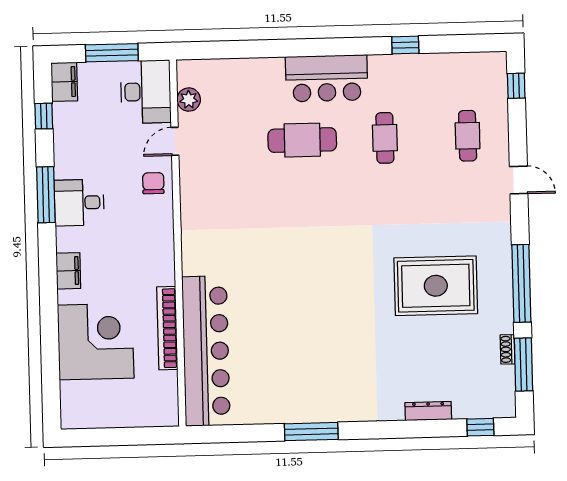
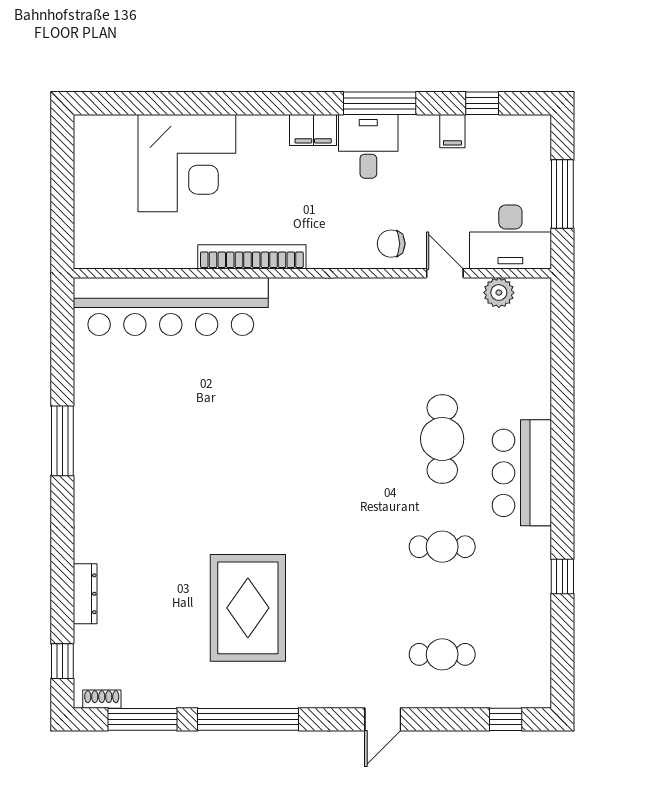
filing cabinet: (64, 82) -> (452, 131), moved, width x0.50
chair: (153, 183) -> (391, 244), turned 180
filing cabinet: (68, 271) -> (313, 130), moved
bookcase: (167, 328) -> (252, 257), moved
shoe rack: (507, 349) -> (102, 699), moved

